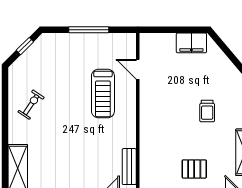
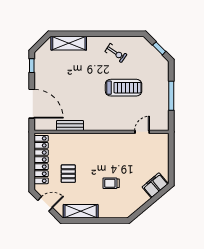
filing cabinet: (191, 43) -> (155, 185), moved, turned 50
treadmill: (103, 94) -> (124, 88), moved, turned 180

